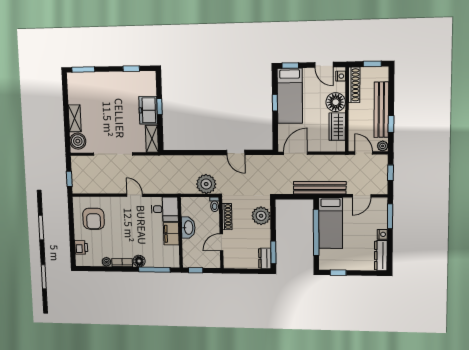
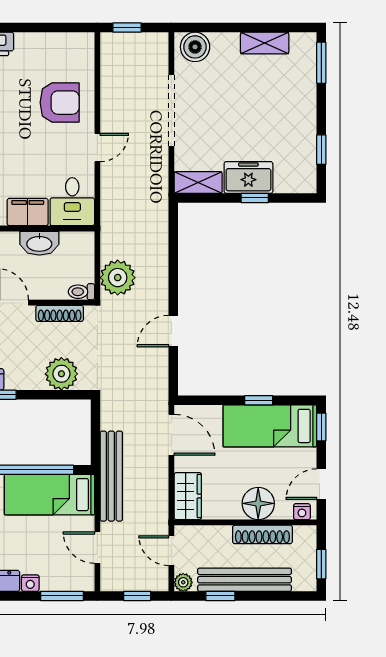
shoe rack: (354, 85) -> (262, 534), moved
shelving: (75, 118) -> (265, 43), moved
wardrobe: (337, 127) -> (188, 496), moved, turned 90
door: (364, 153) -> (171, 551), swing flipped
armchair: (94, 219) -> (60, 103), moved, turned 180

